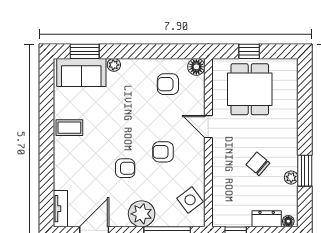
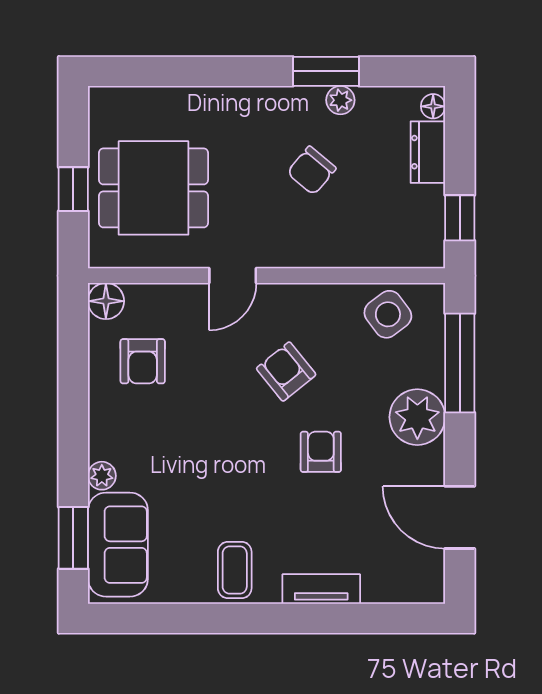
armchair: (163, 152) -> (286, 372), turned 141
tv unit: (60, 209) -> (321, 589), moved

